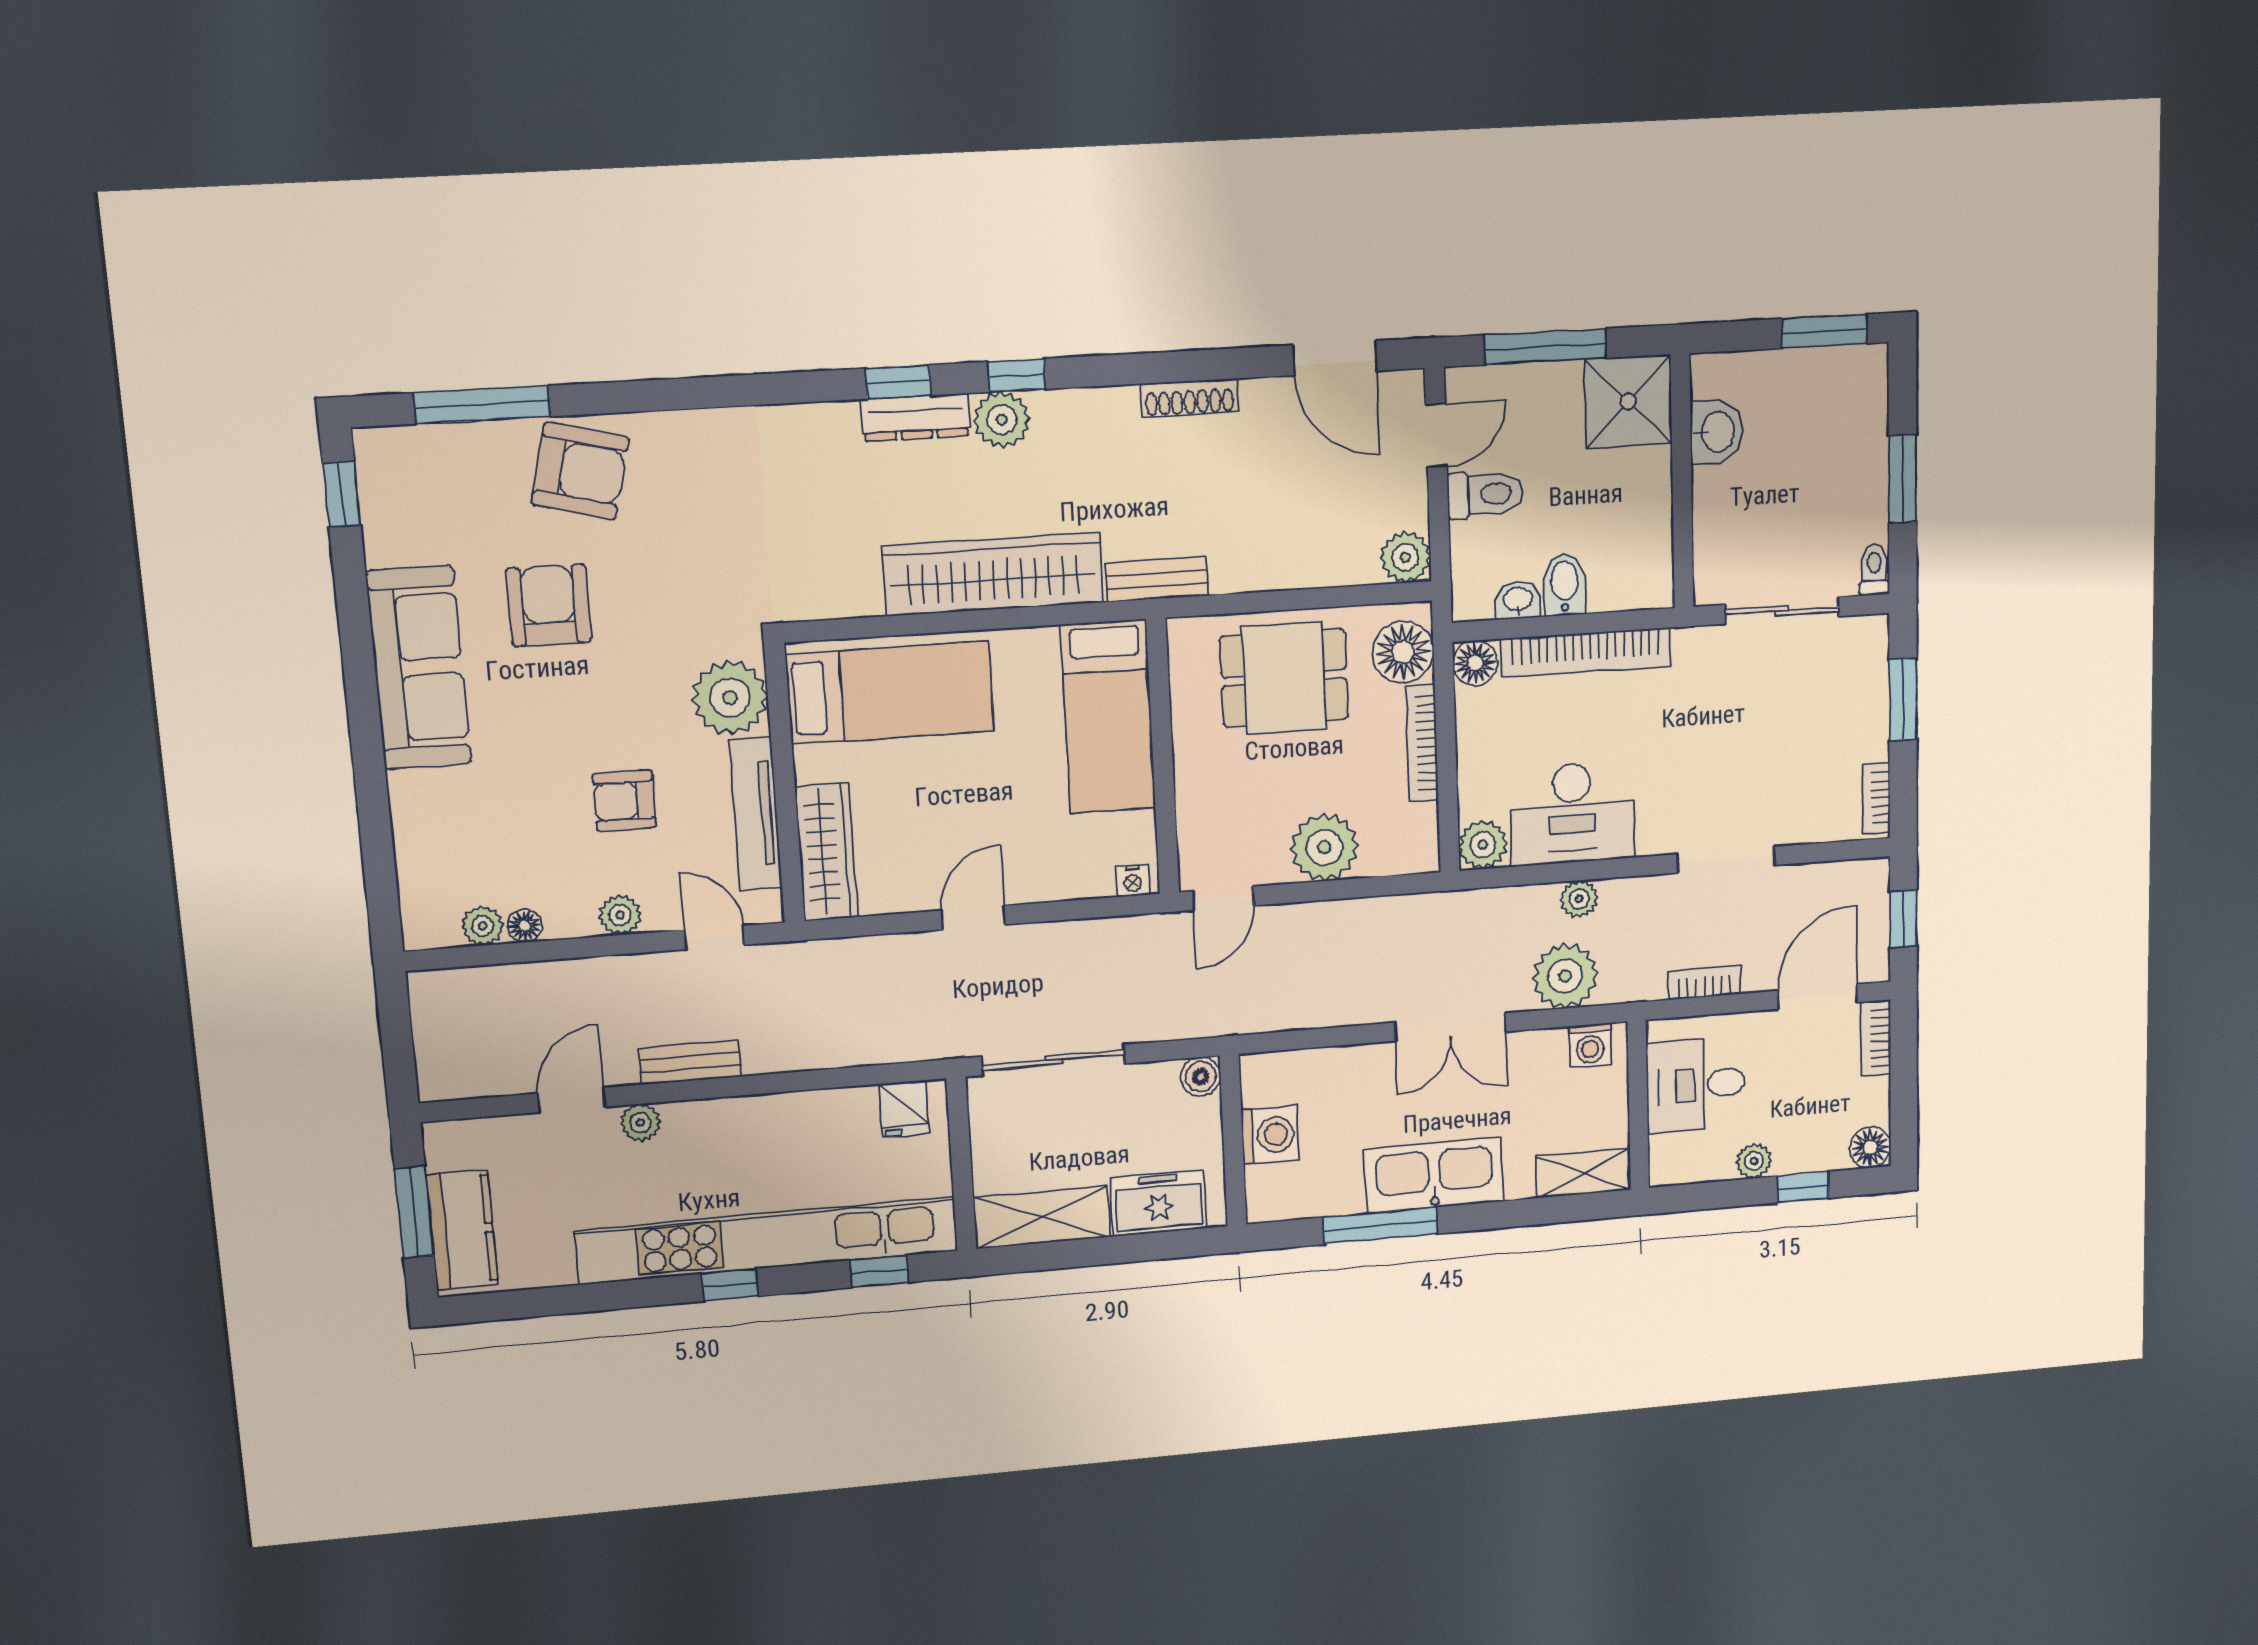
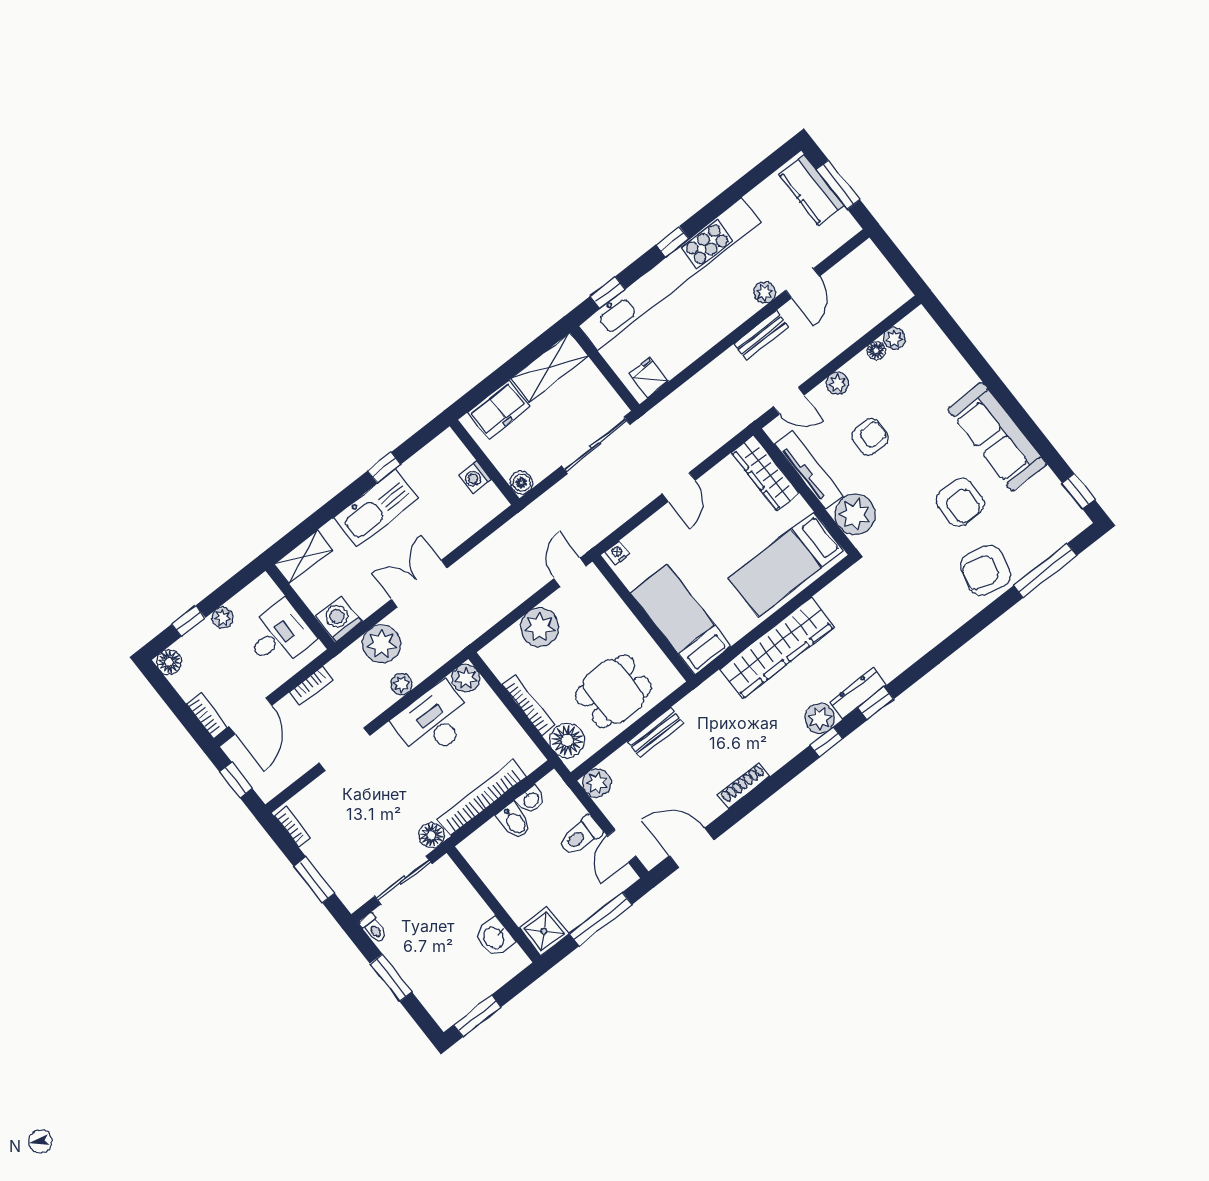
shower: (1628, 401) -> (544, 931), width x0.73, depth x0.73
bench: (1157, 580) -> (655, 733), moved
floor lamp: (1475, 663) -> (432, 835), moved
washing machine: (1590, 1045) -> (339, 619), width x1.38, depth x1.38
washing machine: (1270, 1135) -> (475, 477), width x0.73, depth x0.73
window: (1380, 1226) -> (384, 467), width x0.46

